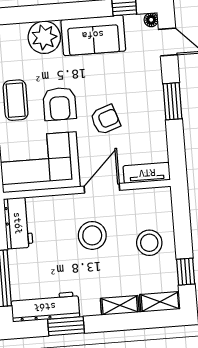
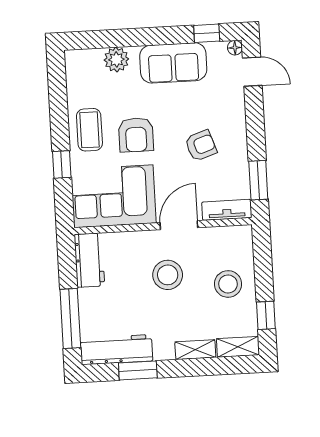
plant: (44, 37) -> (116, 60), width x0.73, depth x0.73
window: (173, 101) -> (258, 180), moved
armchair: (105, 120) -> (201, 146), moved

